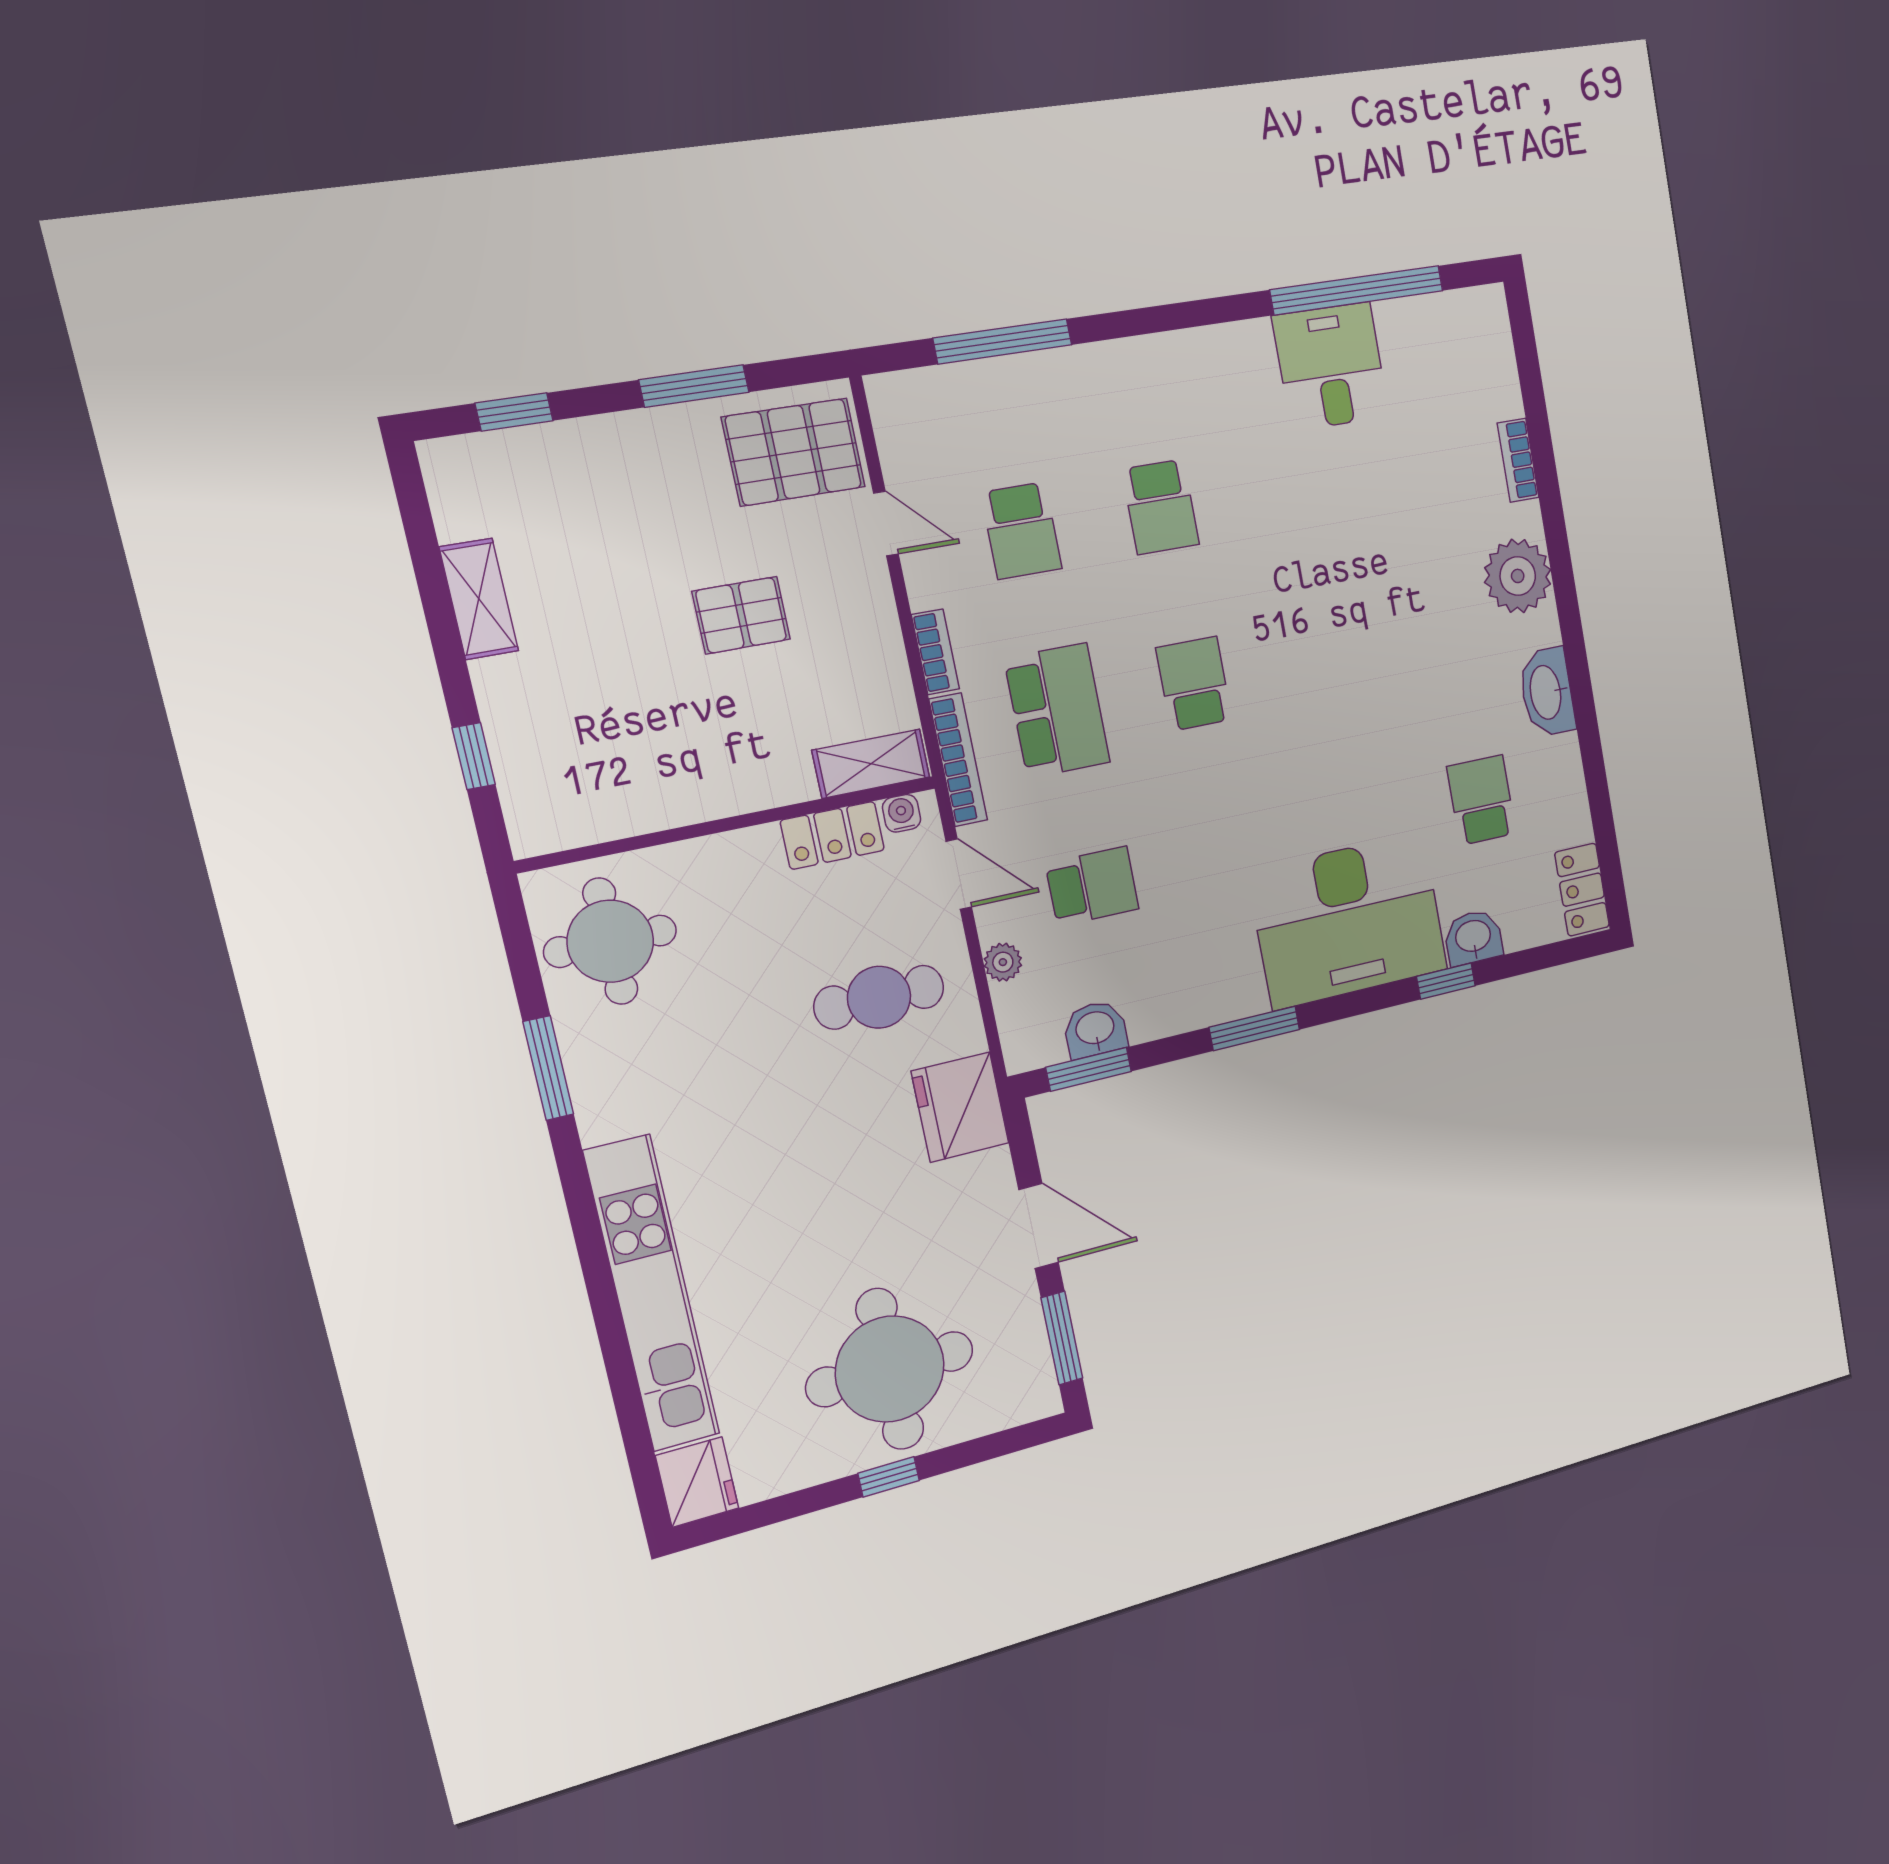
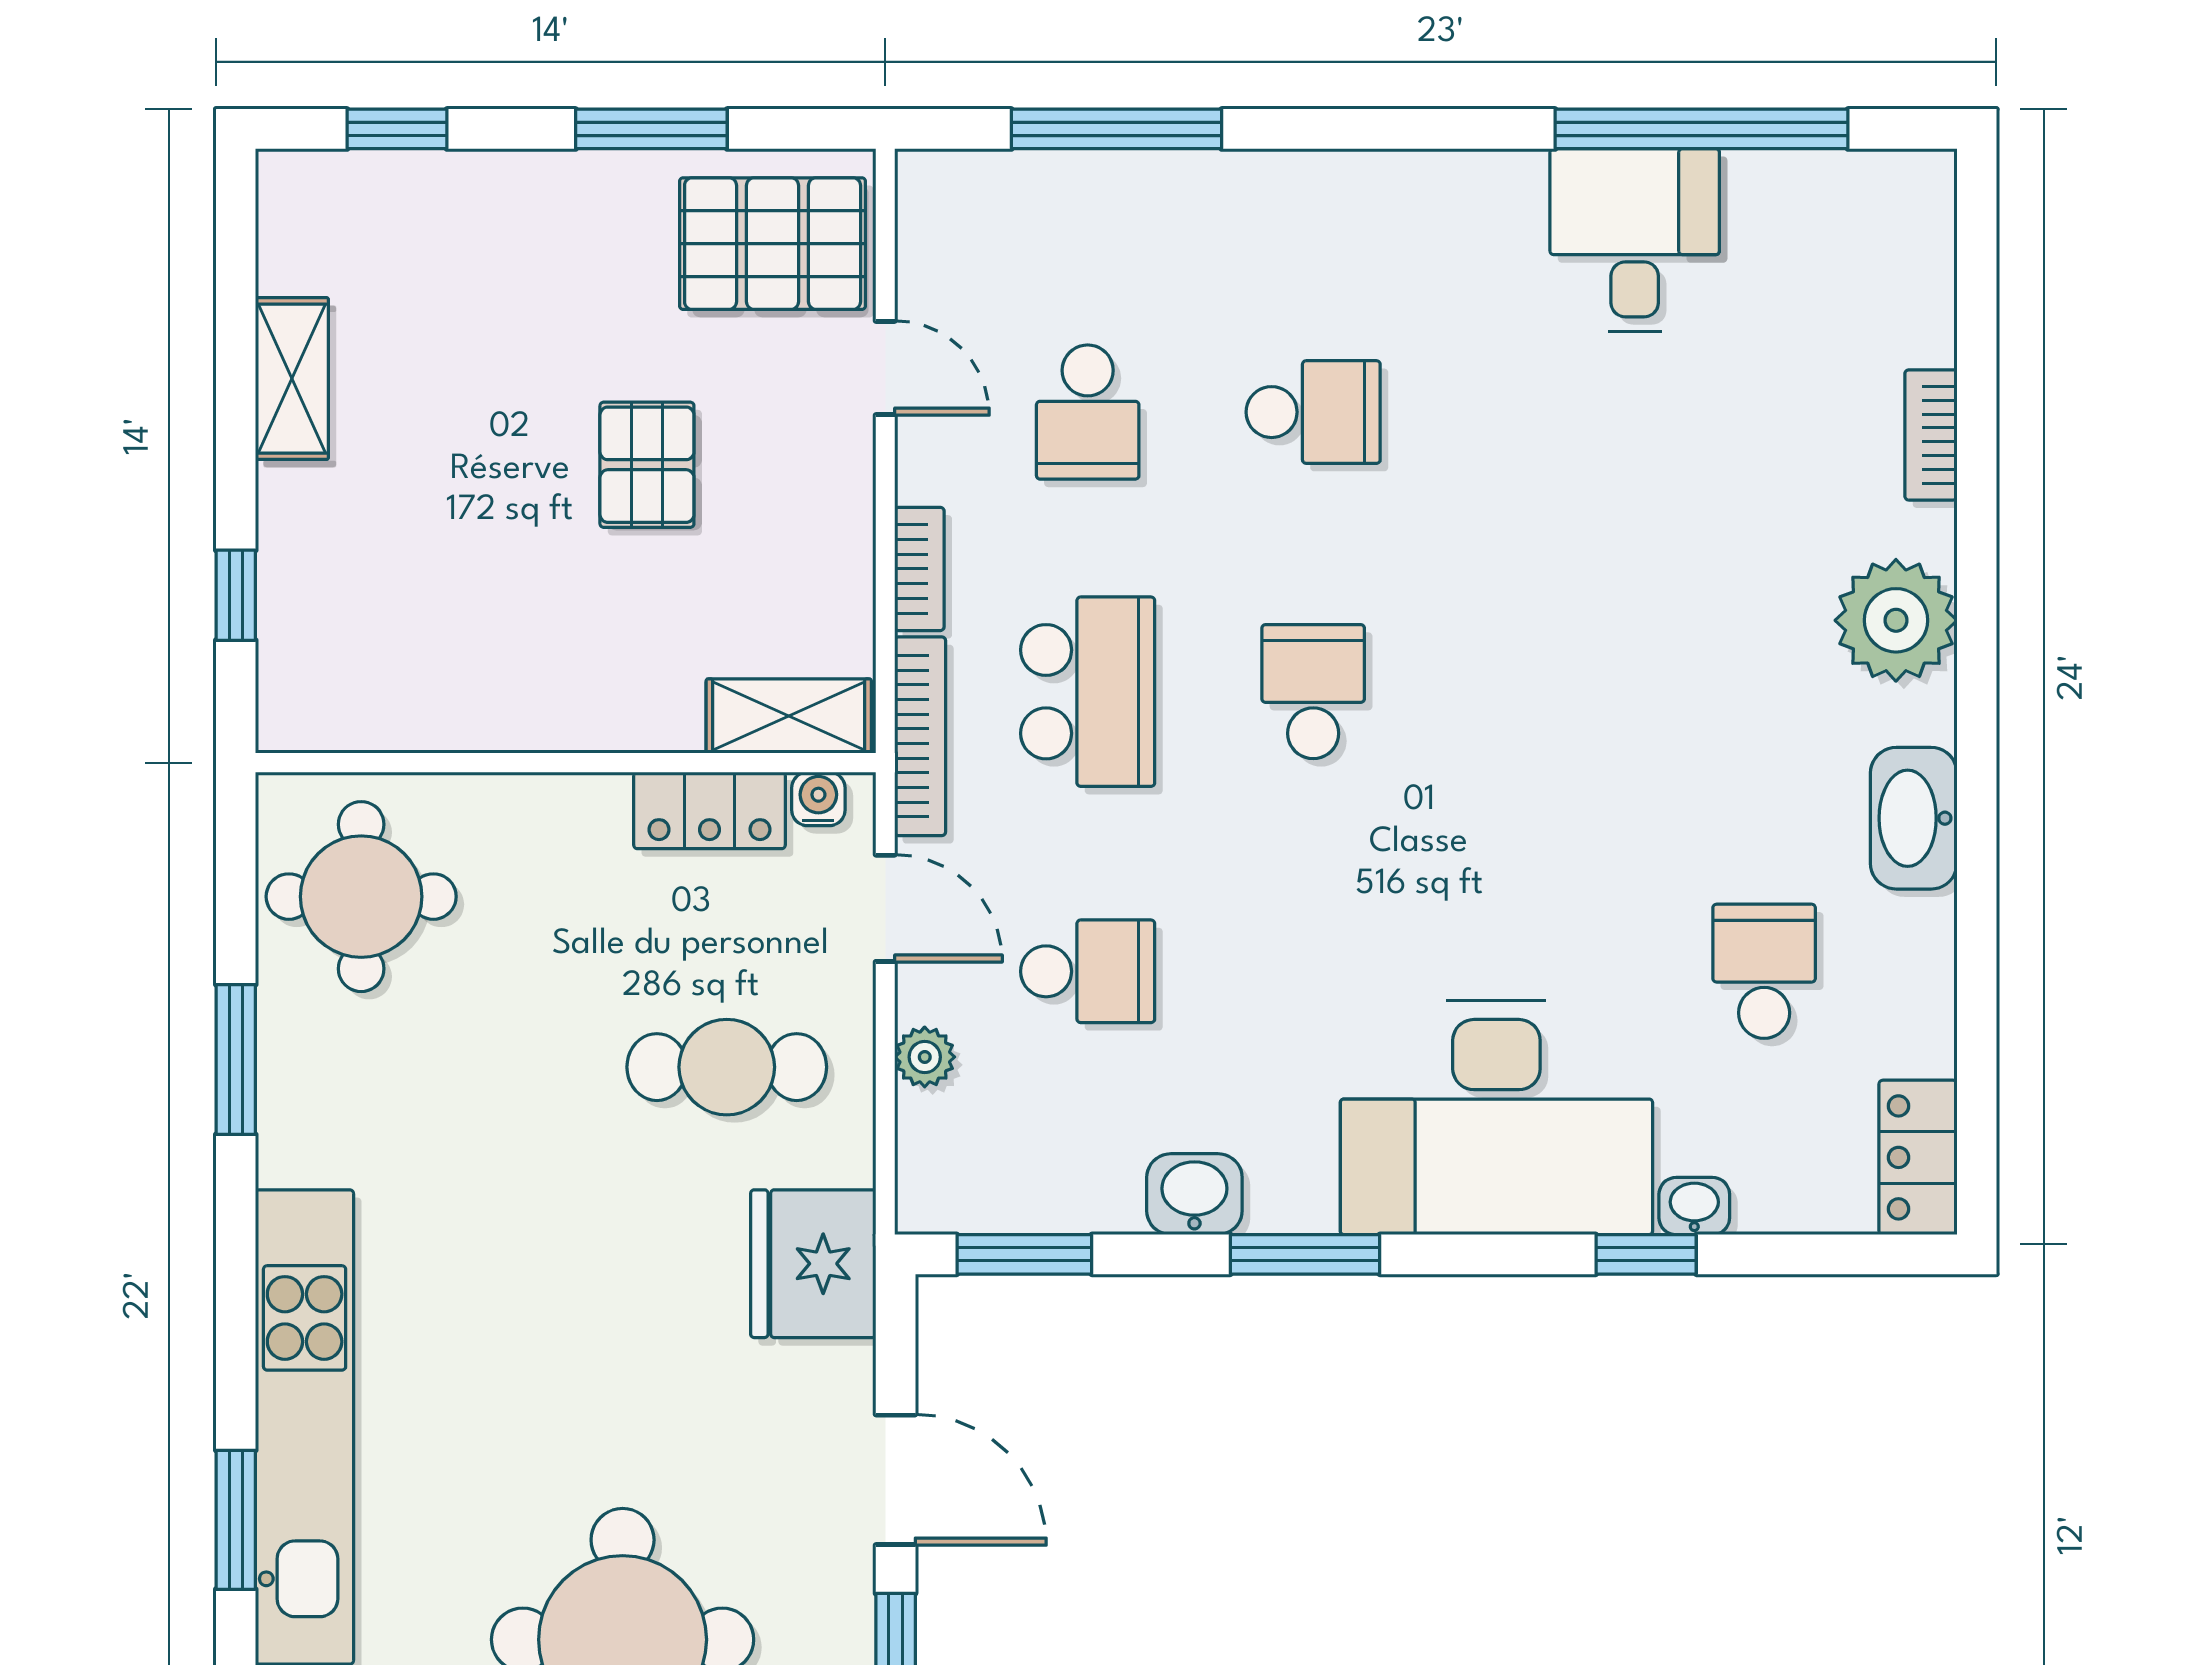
school desk: (1161, 507) -> (1313, 412), turned -90
pallet: (741, 615) -> (647, 465), turned 90
washbasin: (1473, 937) -> (1694, 1206), width x0.72, depth x0.69
washbasin: (1095, 1029) -> (1194, 1194), moved
window: (619, 1365) -> (236, 1520), added

